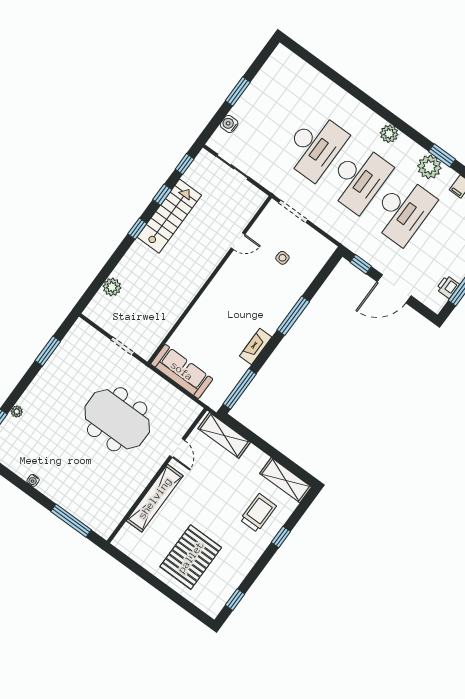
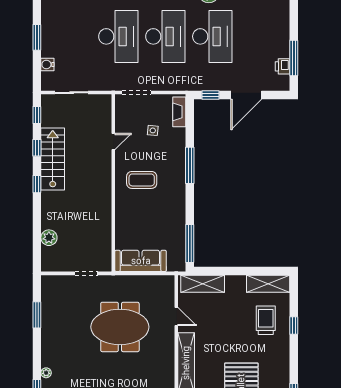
coffee table: (238, 297) -> (142, 180), added
fireplace: (256, 346) -> (179, 112), moved

